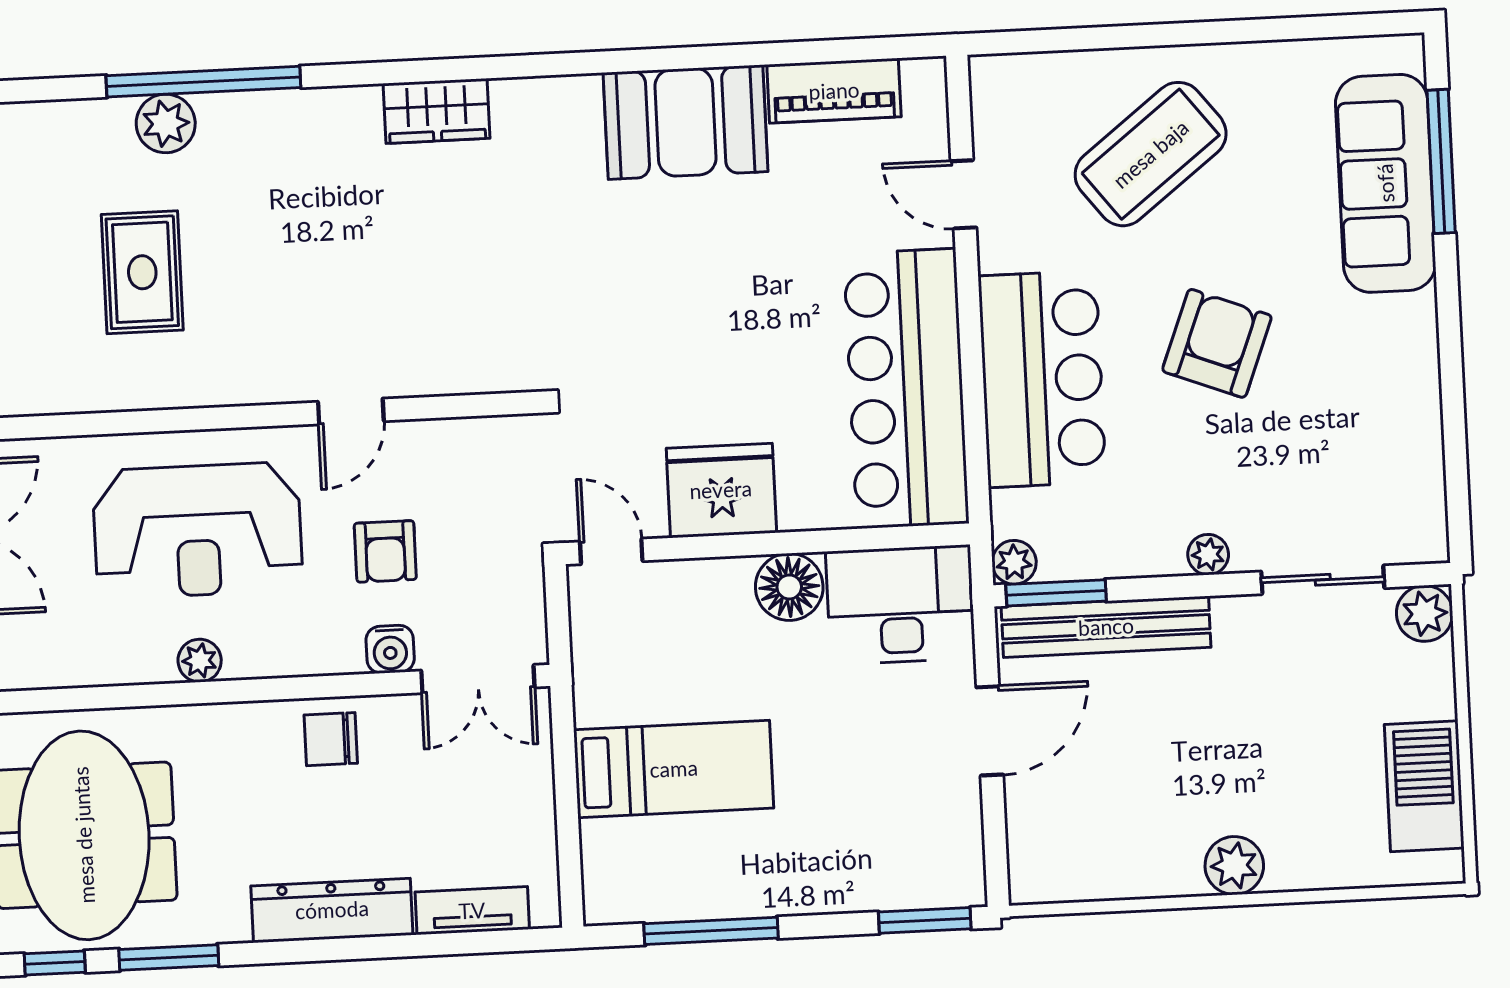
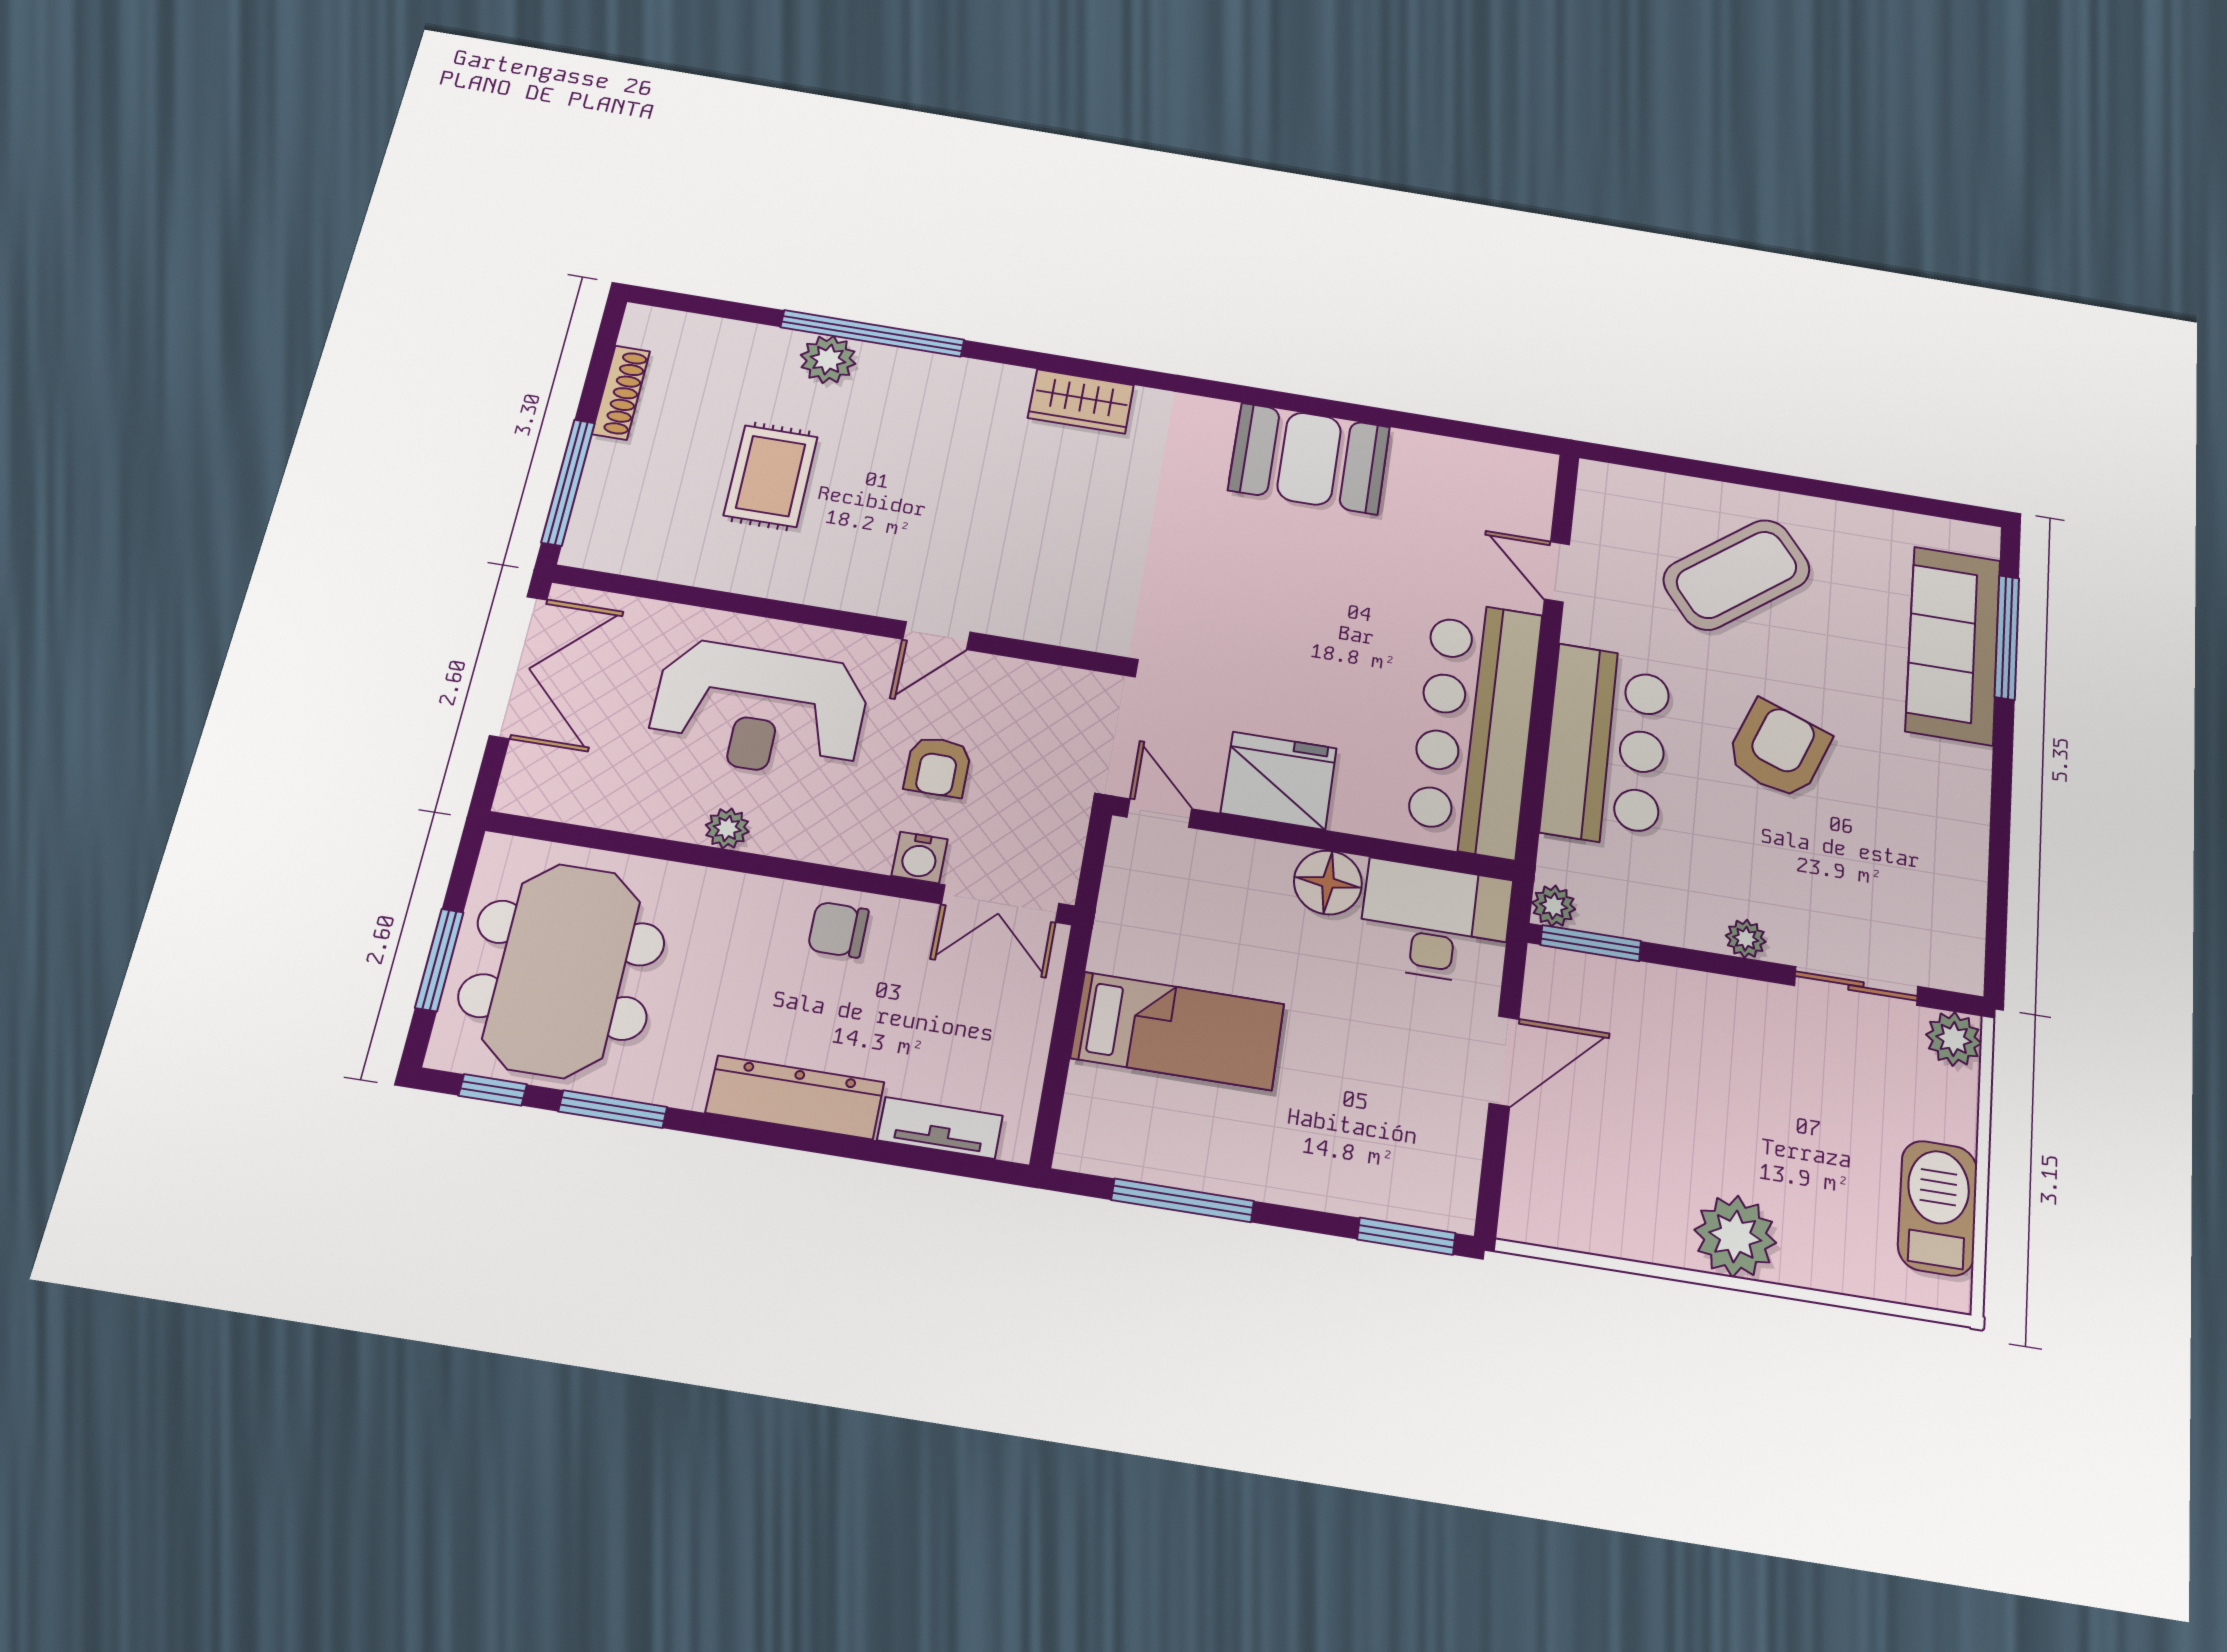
piano: (834, 91) -> (1451, 462), removed
bench: (1106, 627) -> (1636, 985), removed
plant: (1234, 866) -> (1735, 1236), width x1.36, depth x1.36

